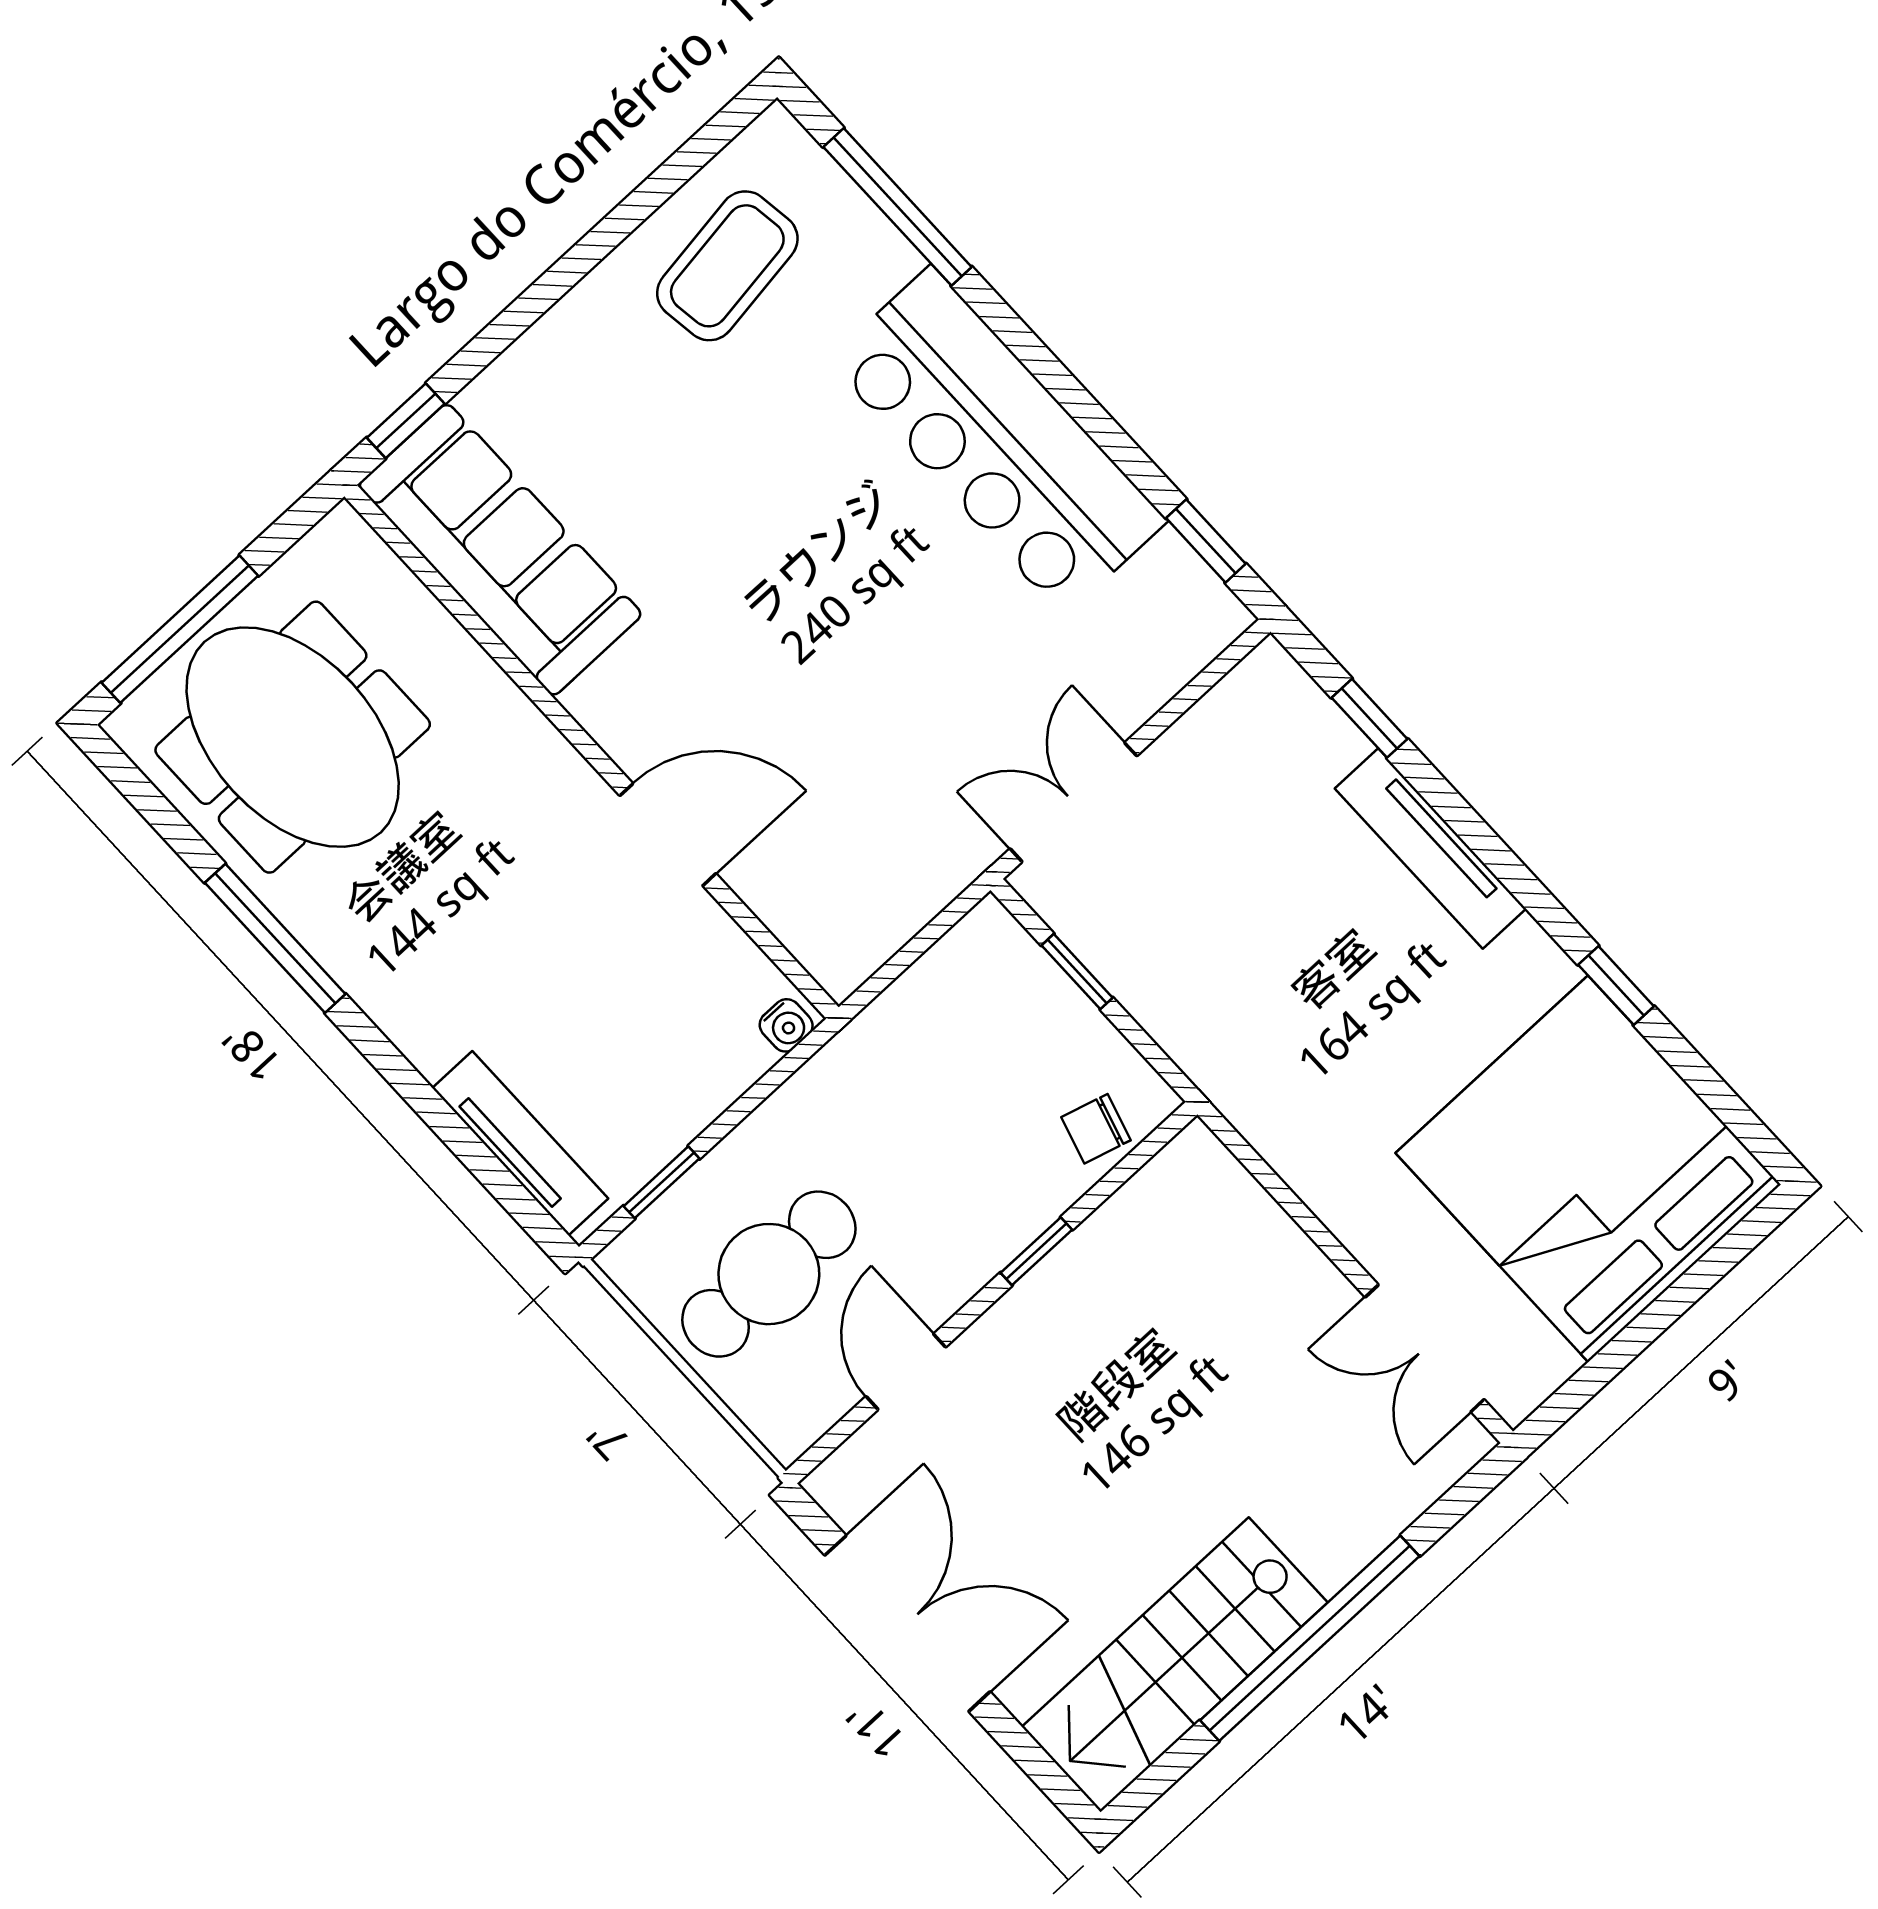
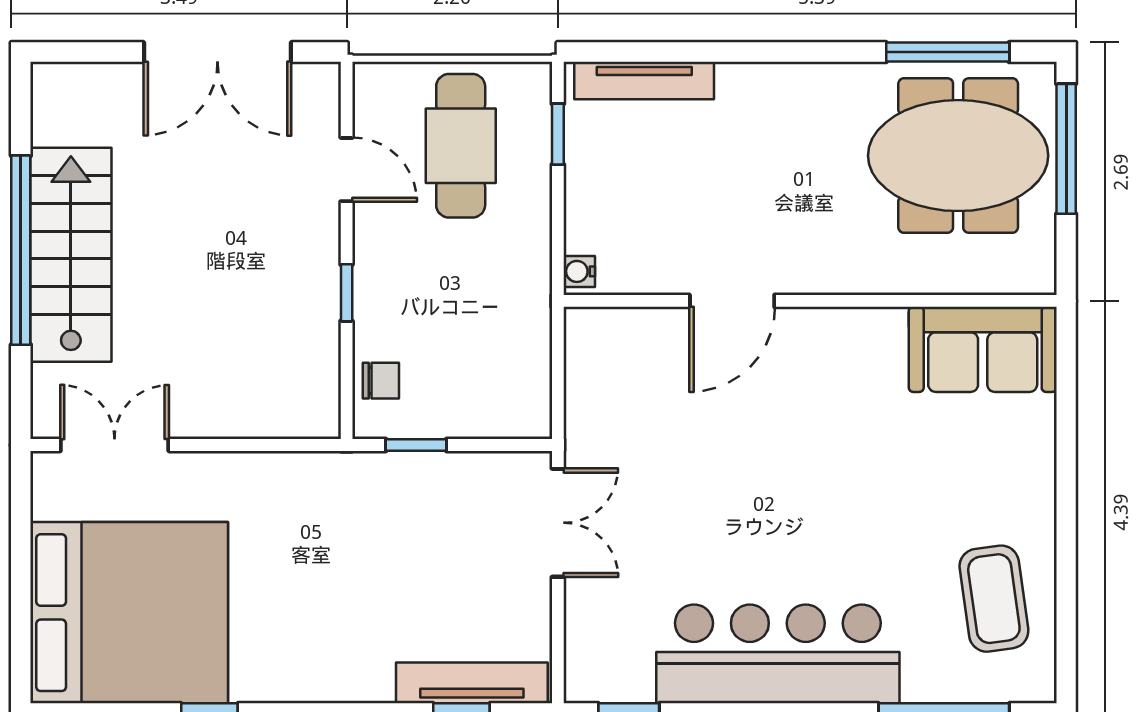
window: (406, 421) -> (1066, 362), removed
sofa: (500, 550) -> (983, 349), width x0.73
tv unit: (1431, 849) -> (472, 683), moved
window: (275, 938) -> (948, 52), moved
window: (1077, 972) -> (416, 445), moved
chair: (1096, 1129) -> (381, 381), turned 74
stairs: (1175, 1665) -> (71, 255), moved

